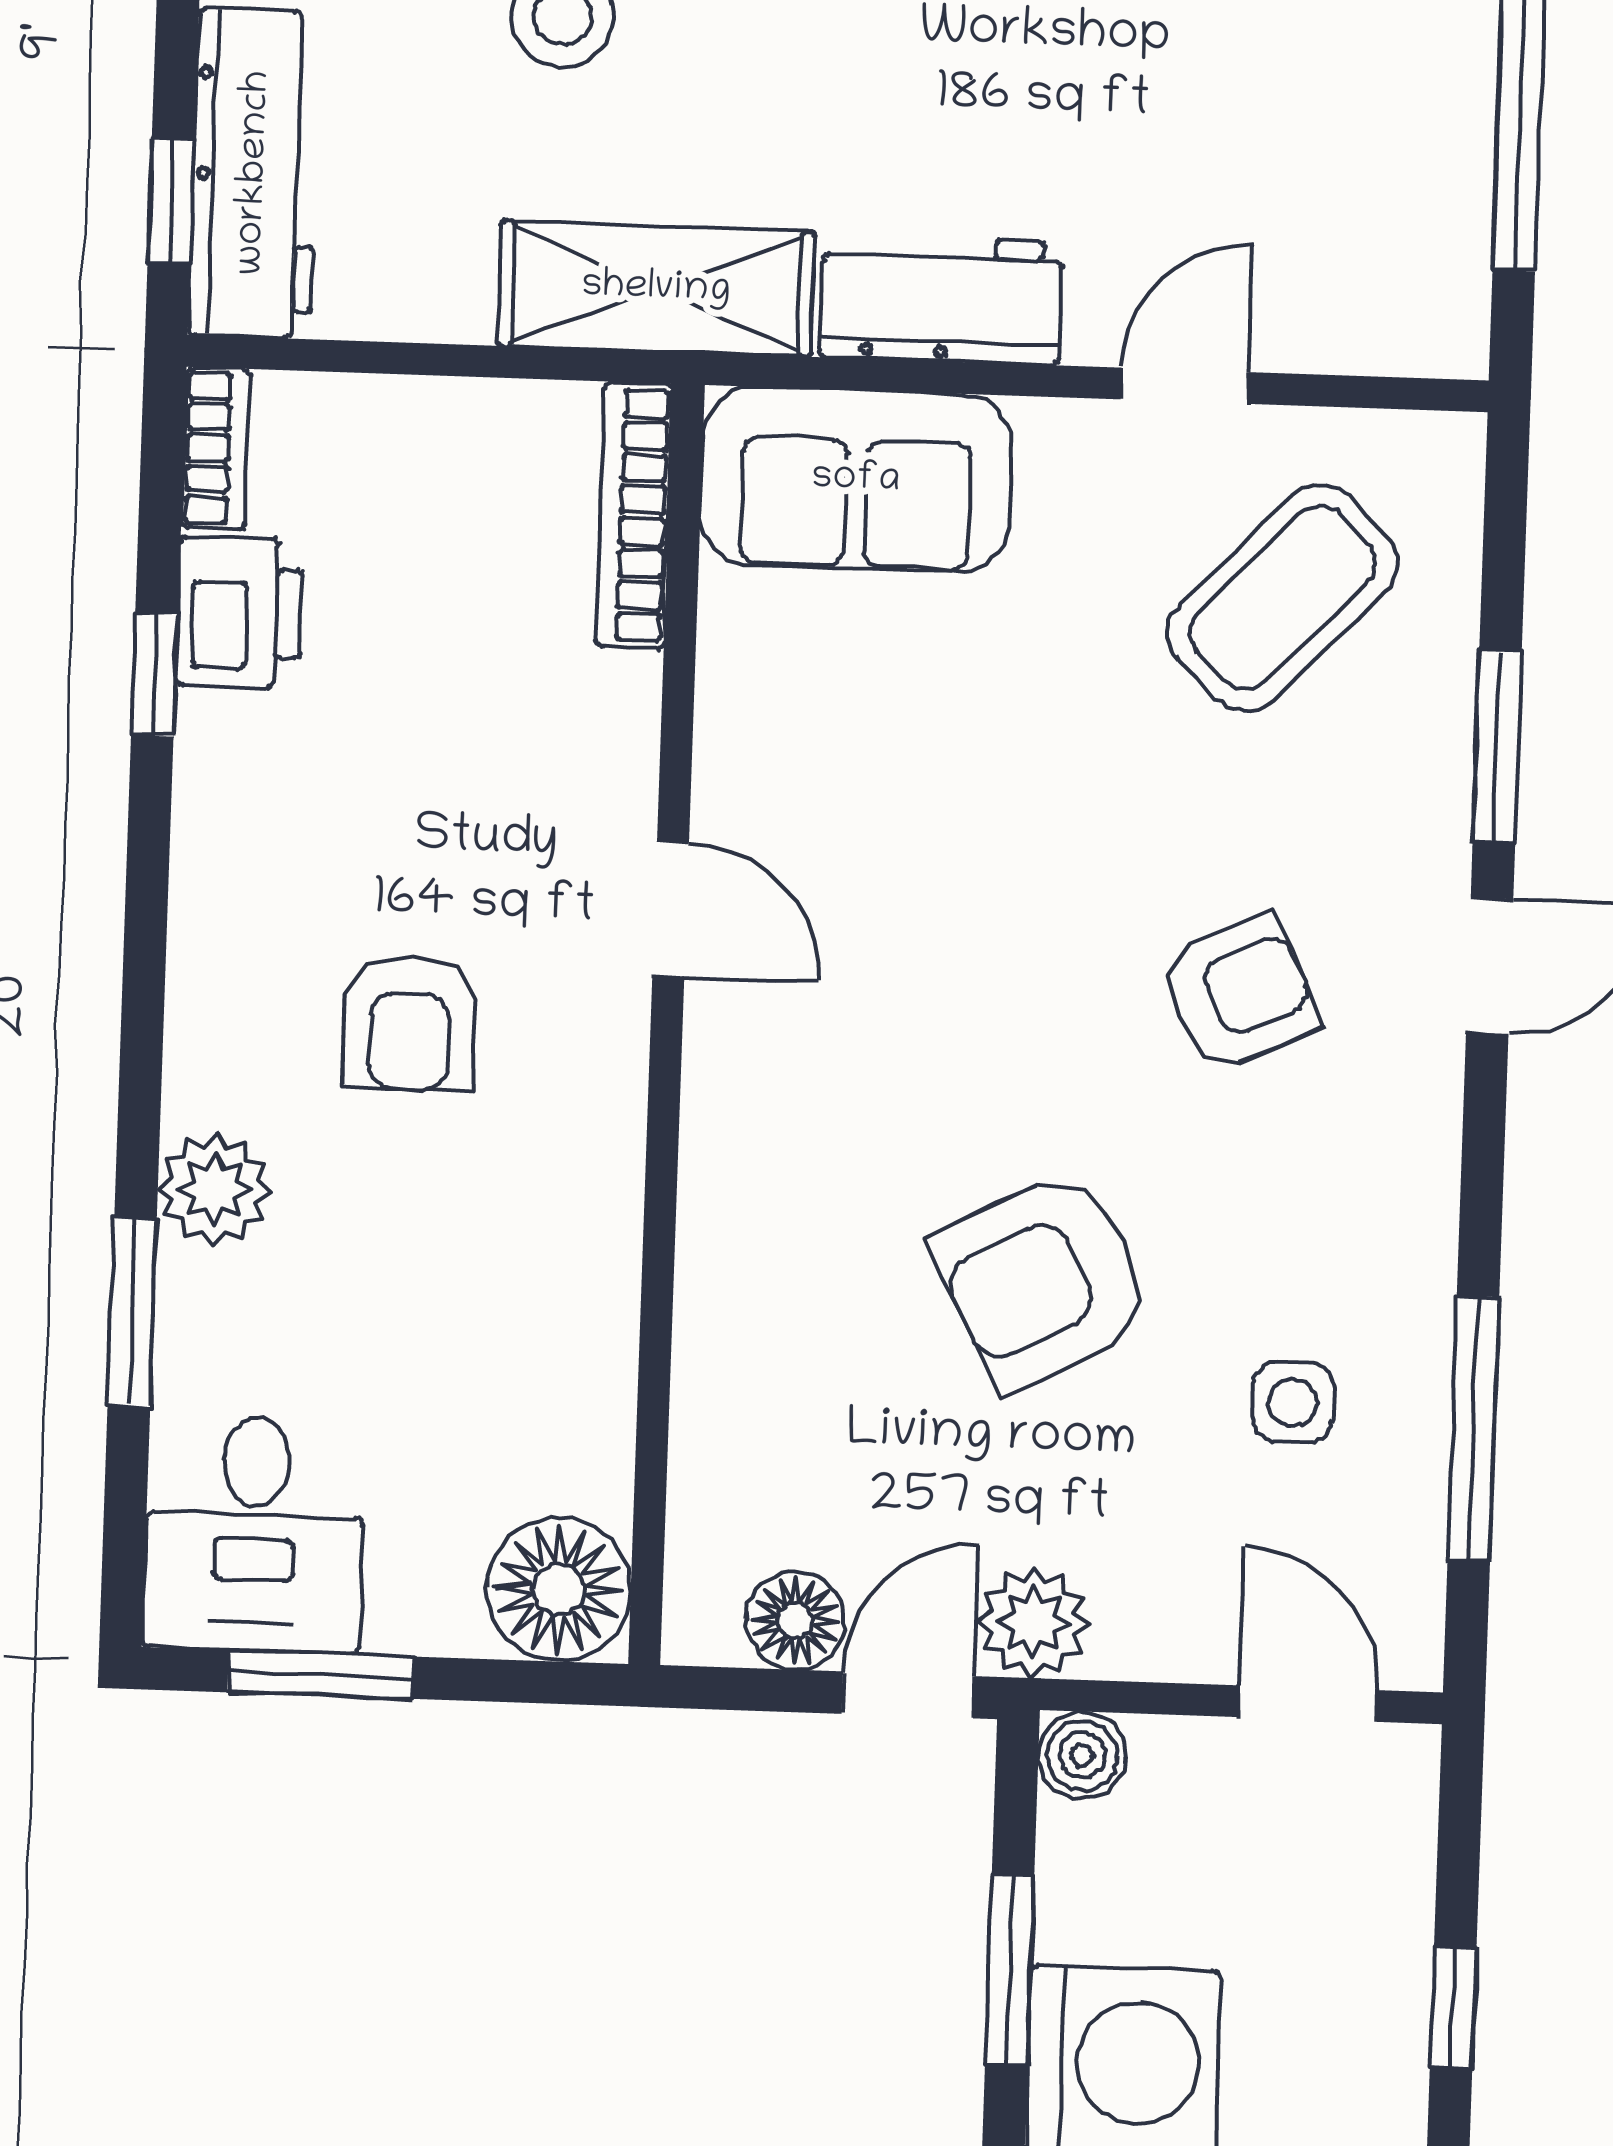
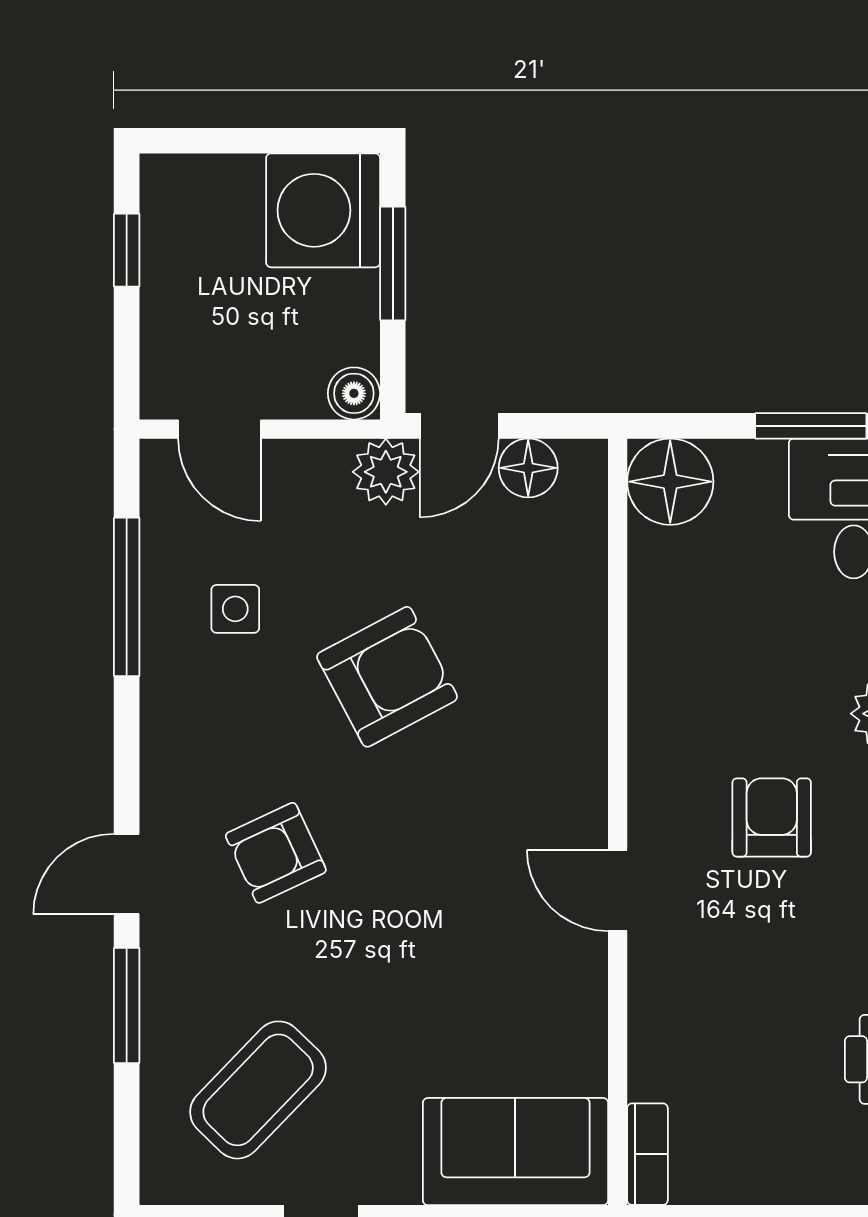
bookcase: (634, 515) -> (647, 1154), width x0.64

